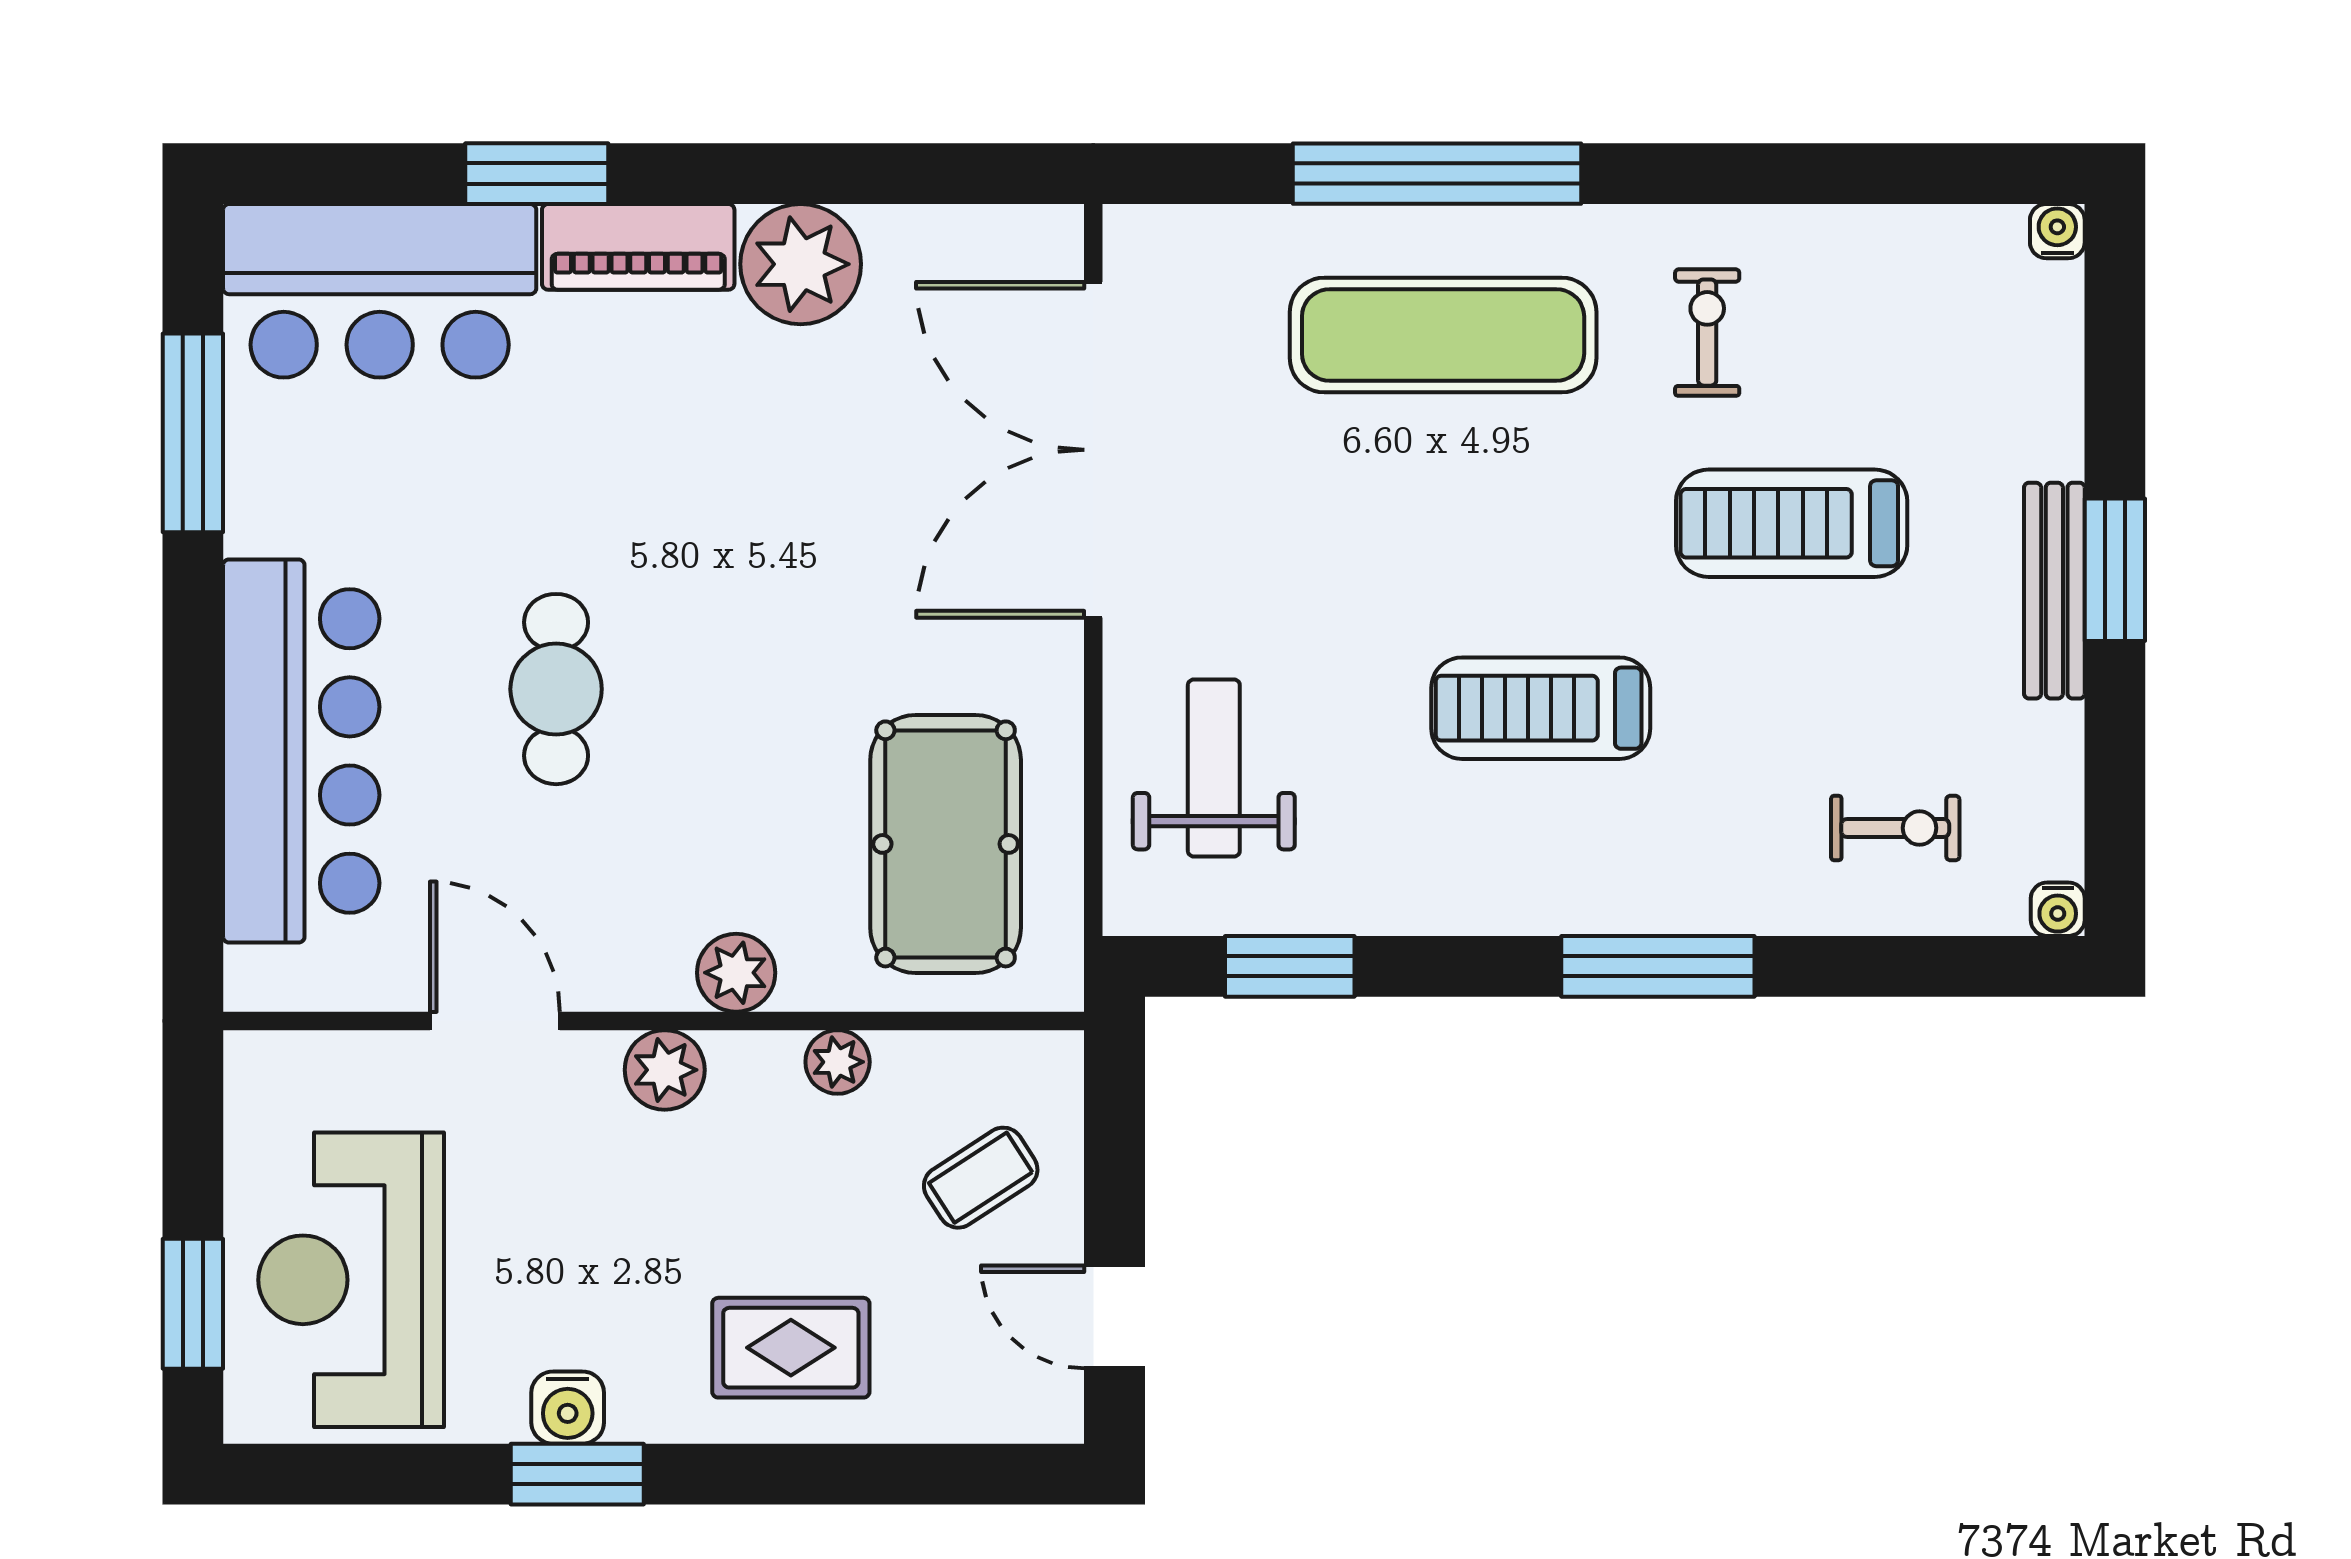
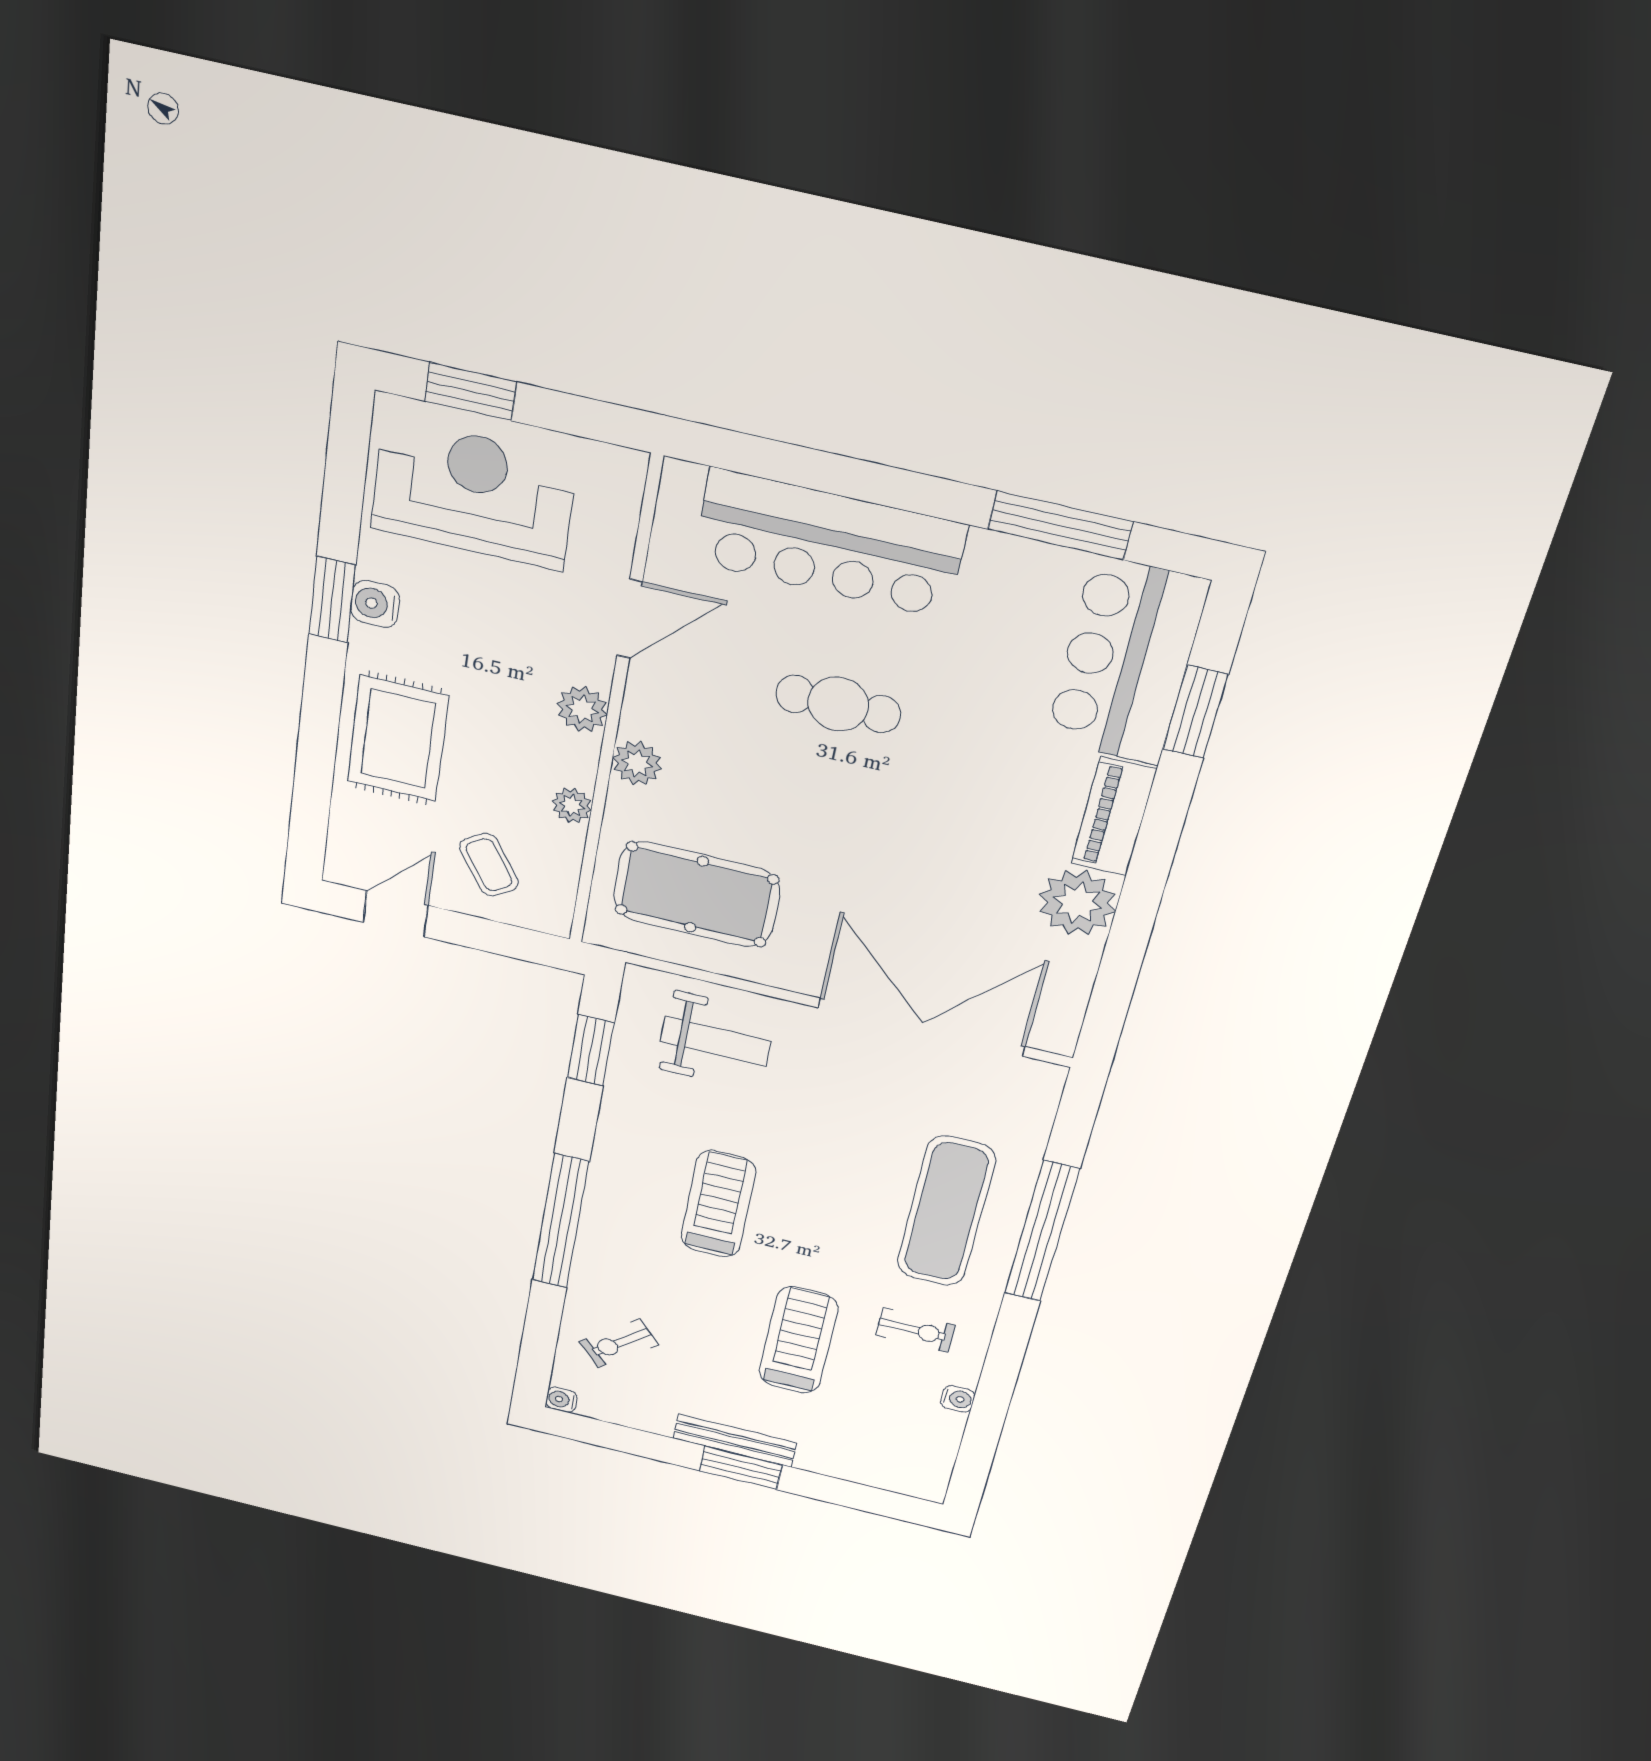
window: (537, 174) -> (1195, 712), moved
water cooler: (2057, 231) -> (958, 1399), moved
exercise bike: (1895, 828) -> (619, 1343), turned 49
window: (1658, 966) -> (560, 1221), width x1.46
rug: (791, 1348) -> (398, 739), width x1.36, depth x1.43

